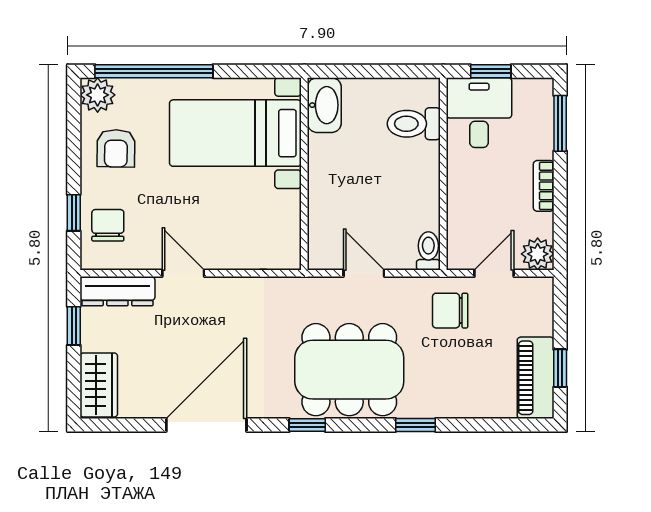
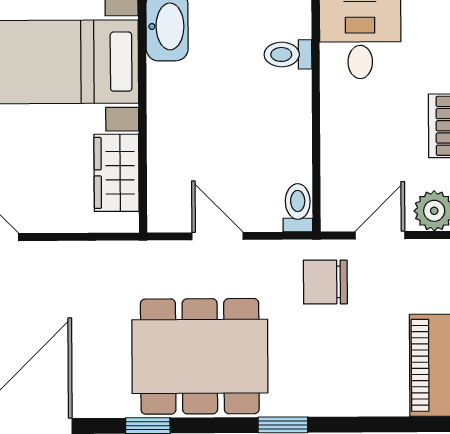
toilet: (414, 124) -> (288, 54), width x0.73, depth x0.72
wardrobe: (283, 222) -> (116, 173), added

